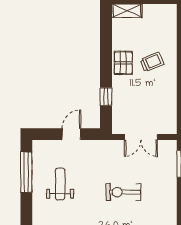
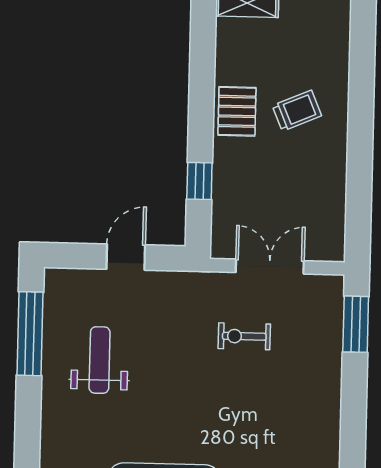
double door: (141, 137) -> (270, 267), swing flipped
exercise bike: (123, 192) -> (244, 336), moved, width x0.73, depth x0.72

